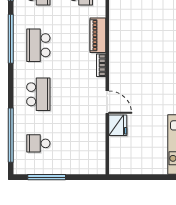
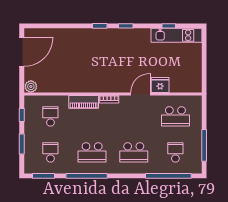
school desk: (38, 94) -> (134, 152), turned 180
school desk: (38, 143) -> (175, 152), turned 180
school desk: (81, 143) -> (175, 116), added

